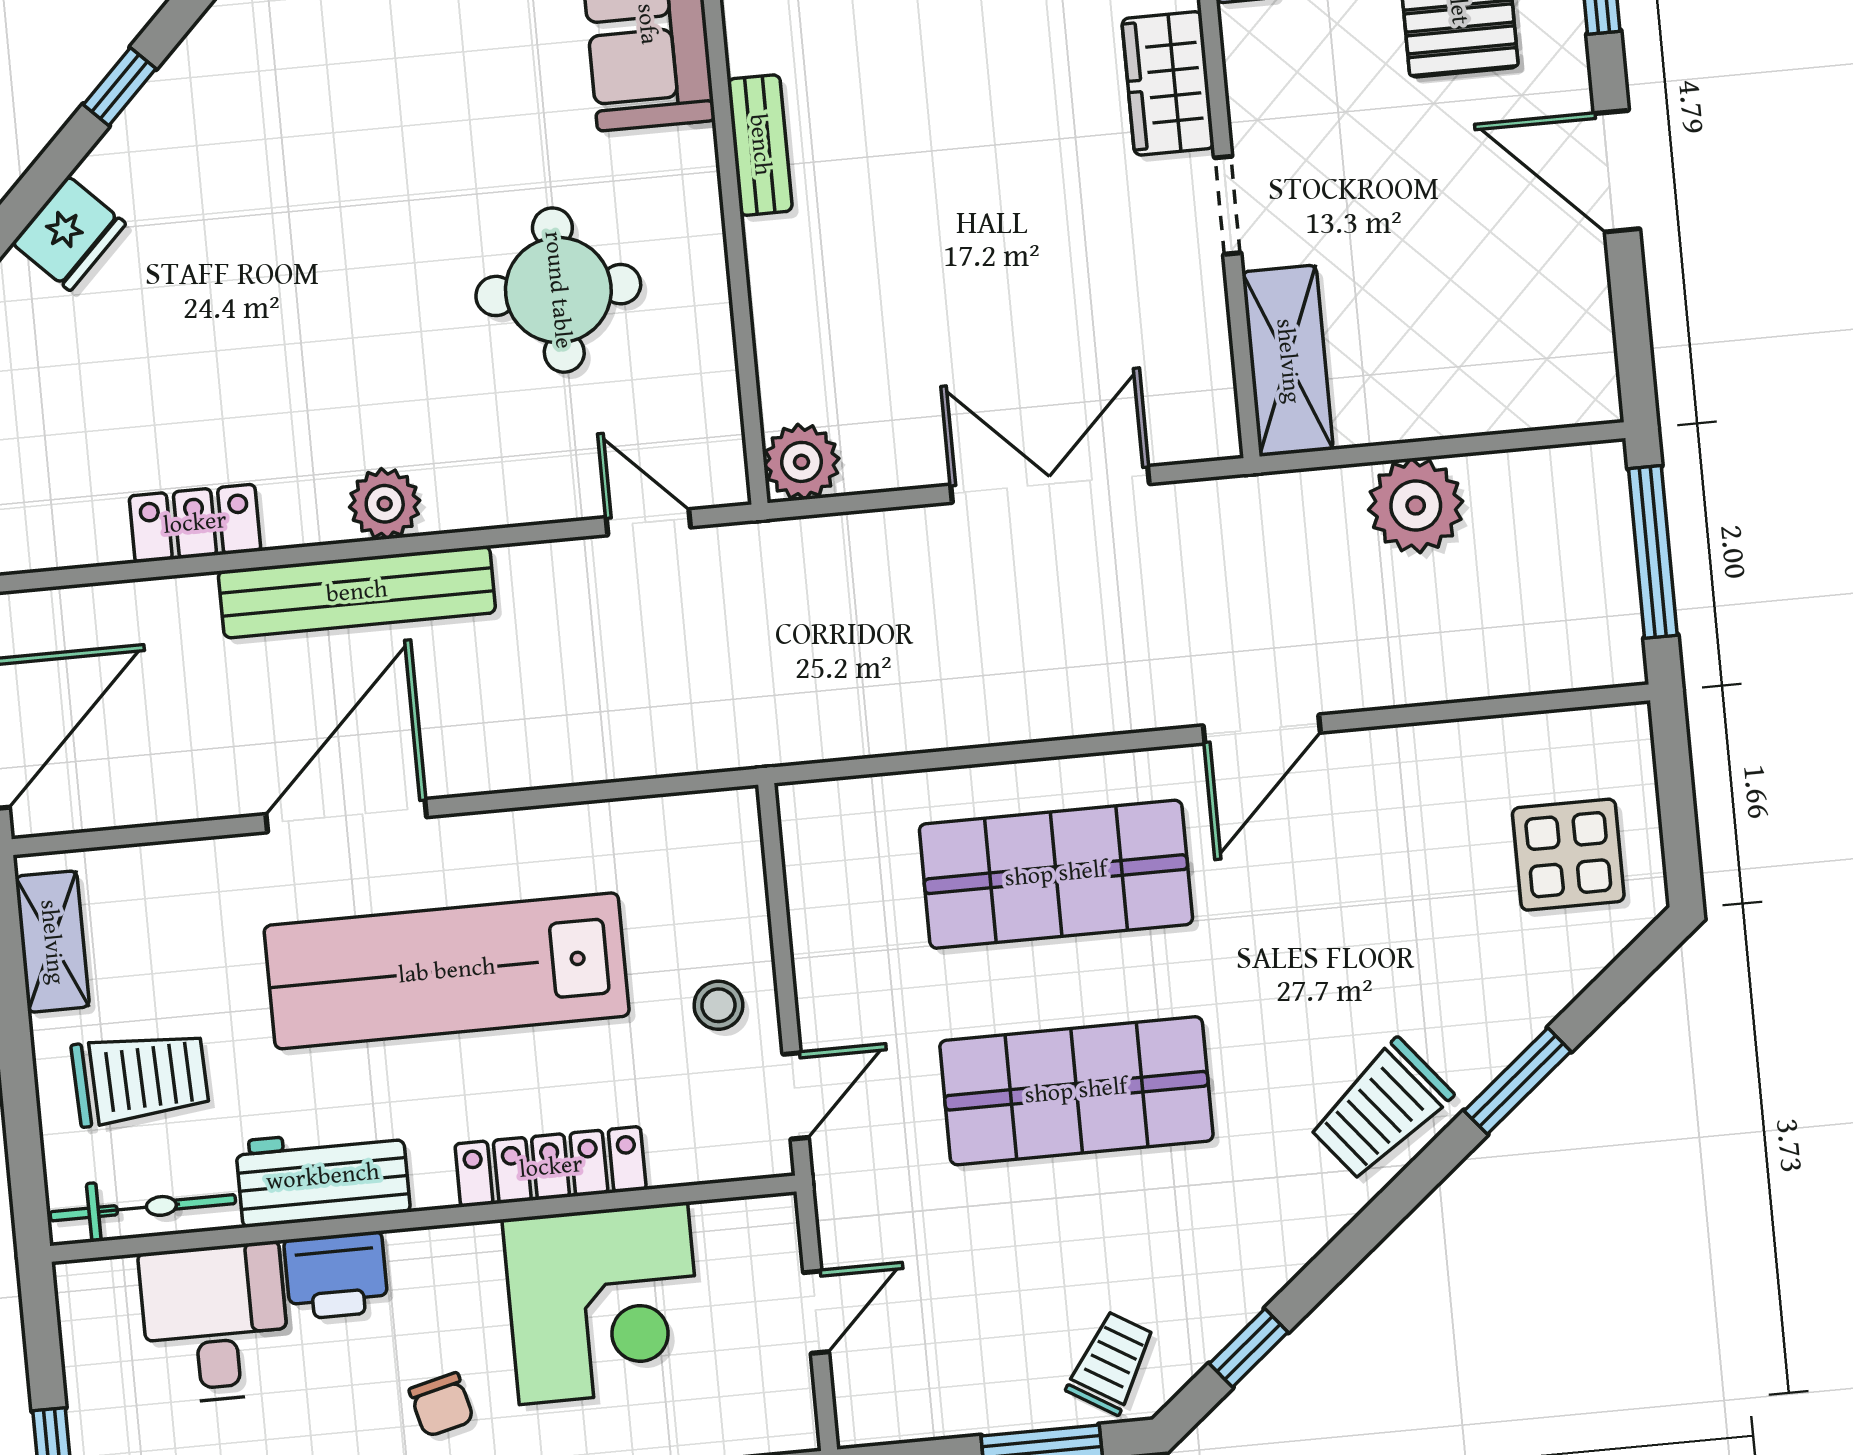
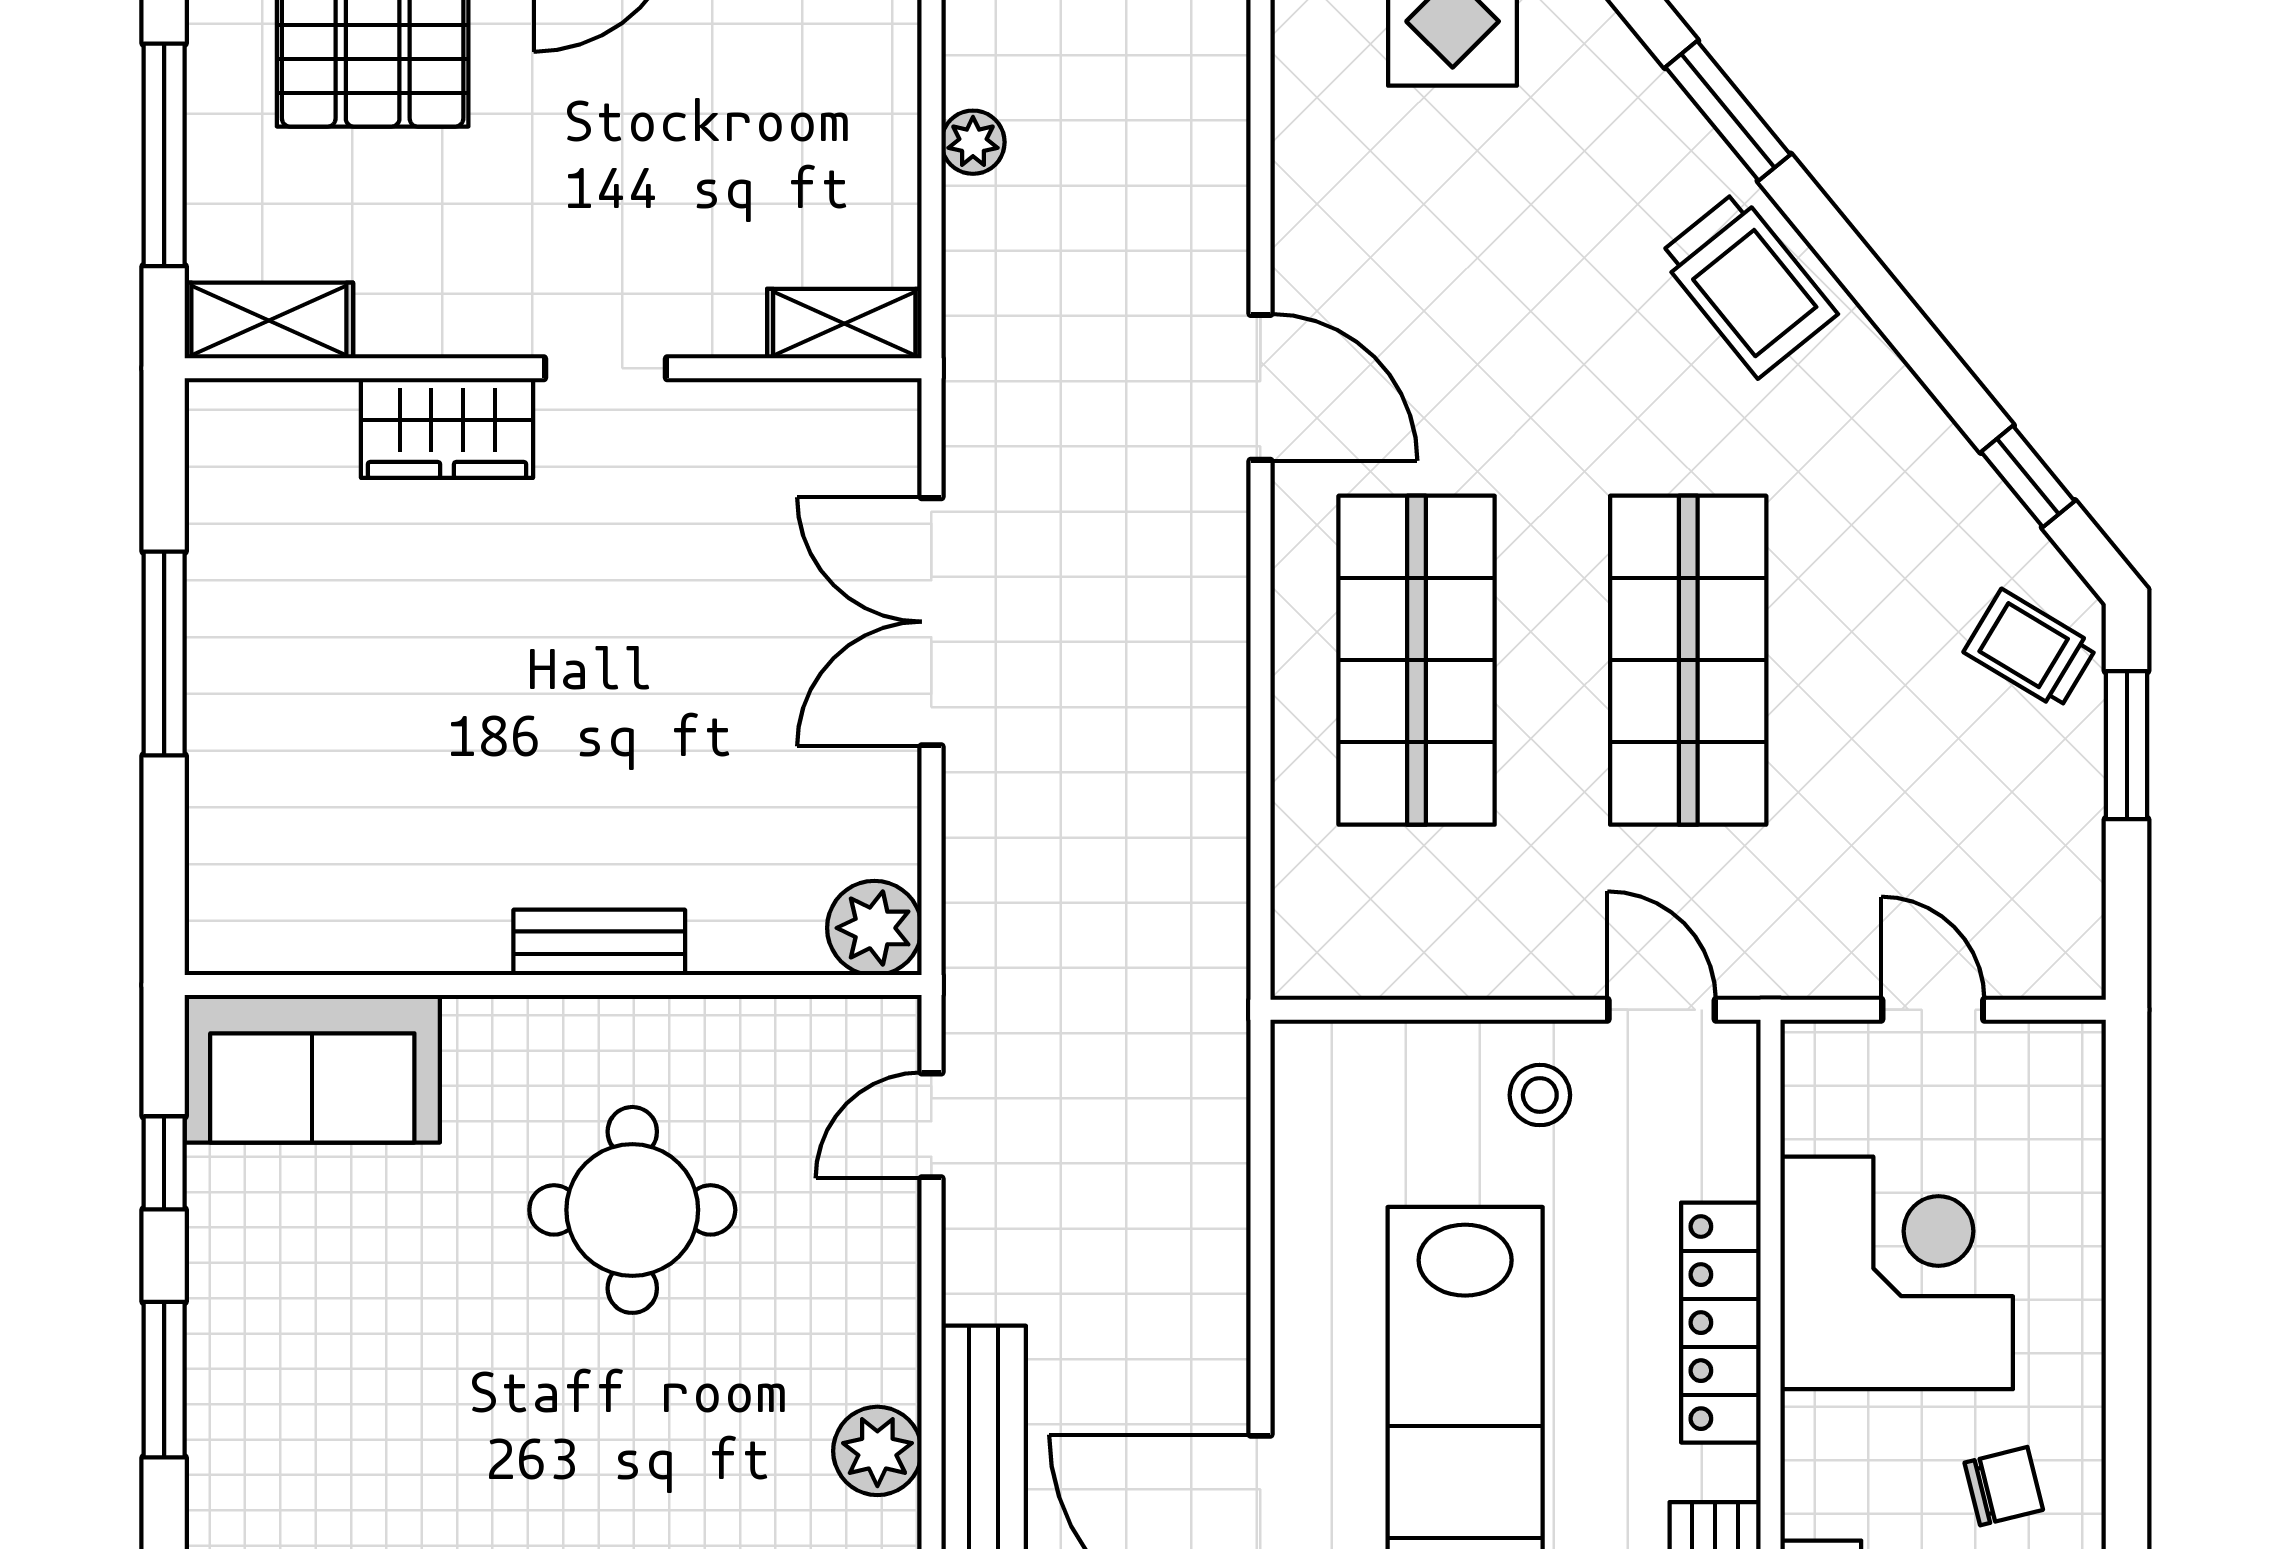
bench: (760, 145) -> (599, 942), moved
shelving: (1288, 361) -> (844, 324), width x0.67, depth x0.75
plant: (1416, 505) -> (973, 142), width x0.53, depth x0.53

